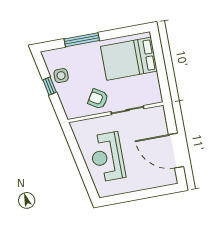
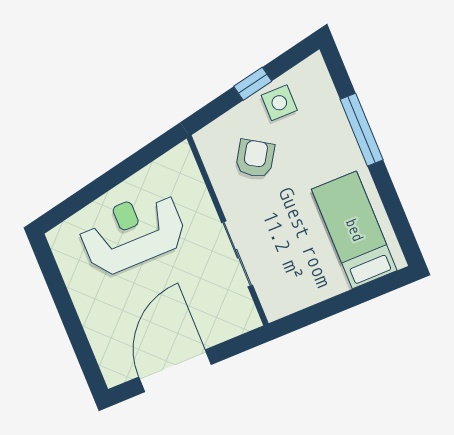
bed: (129, 59) -> (354, 230), width x0.67
armchair: (98, 99) -> (255, 158), moved

